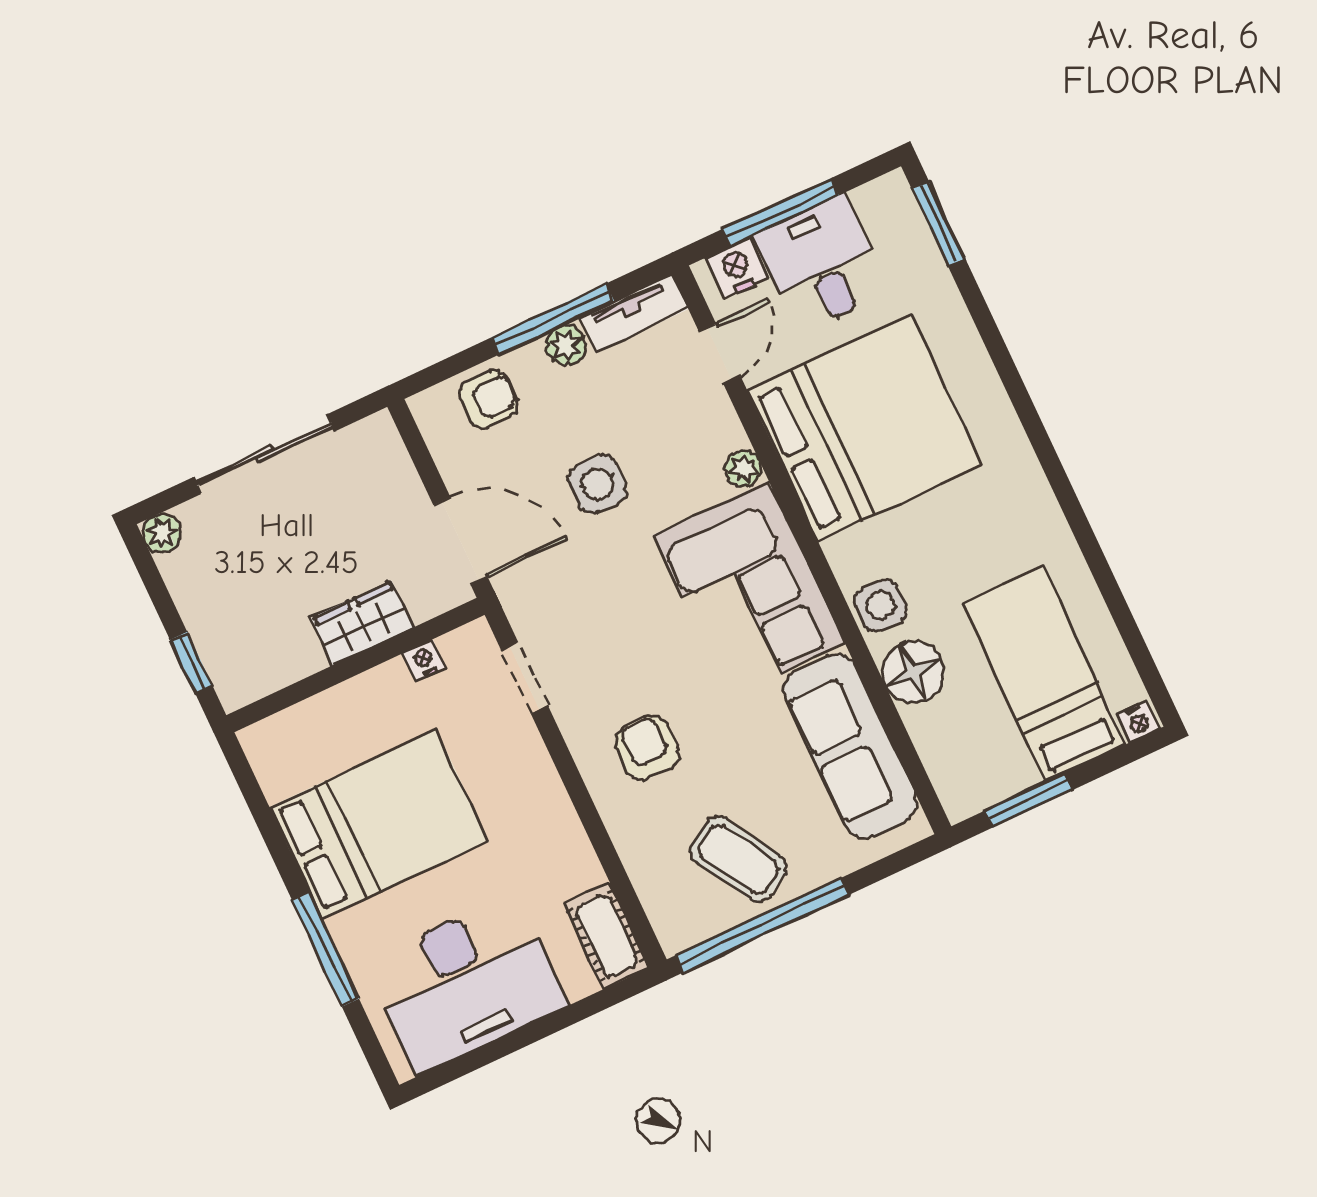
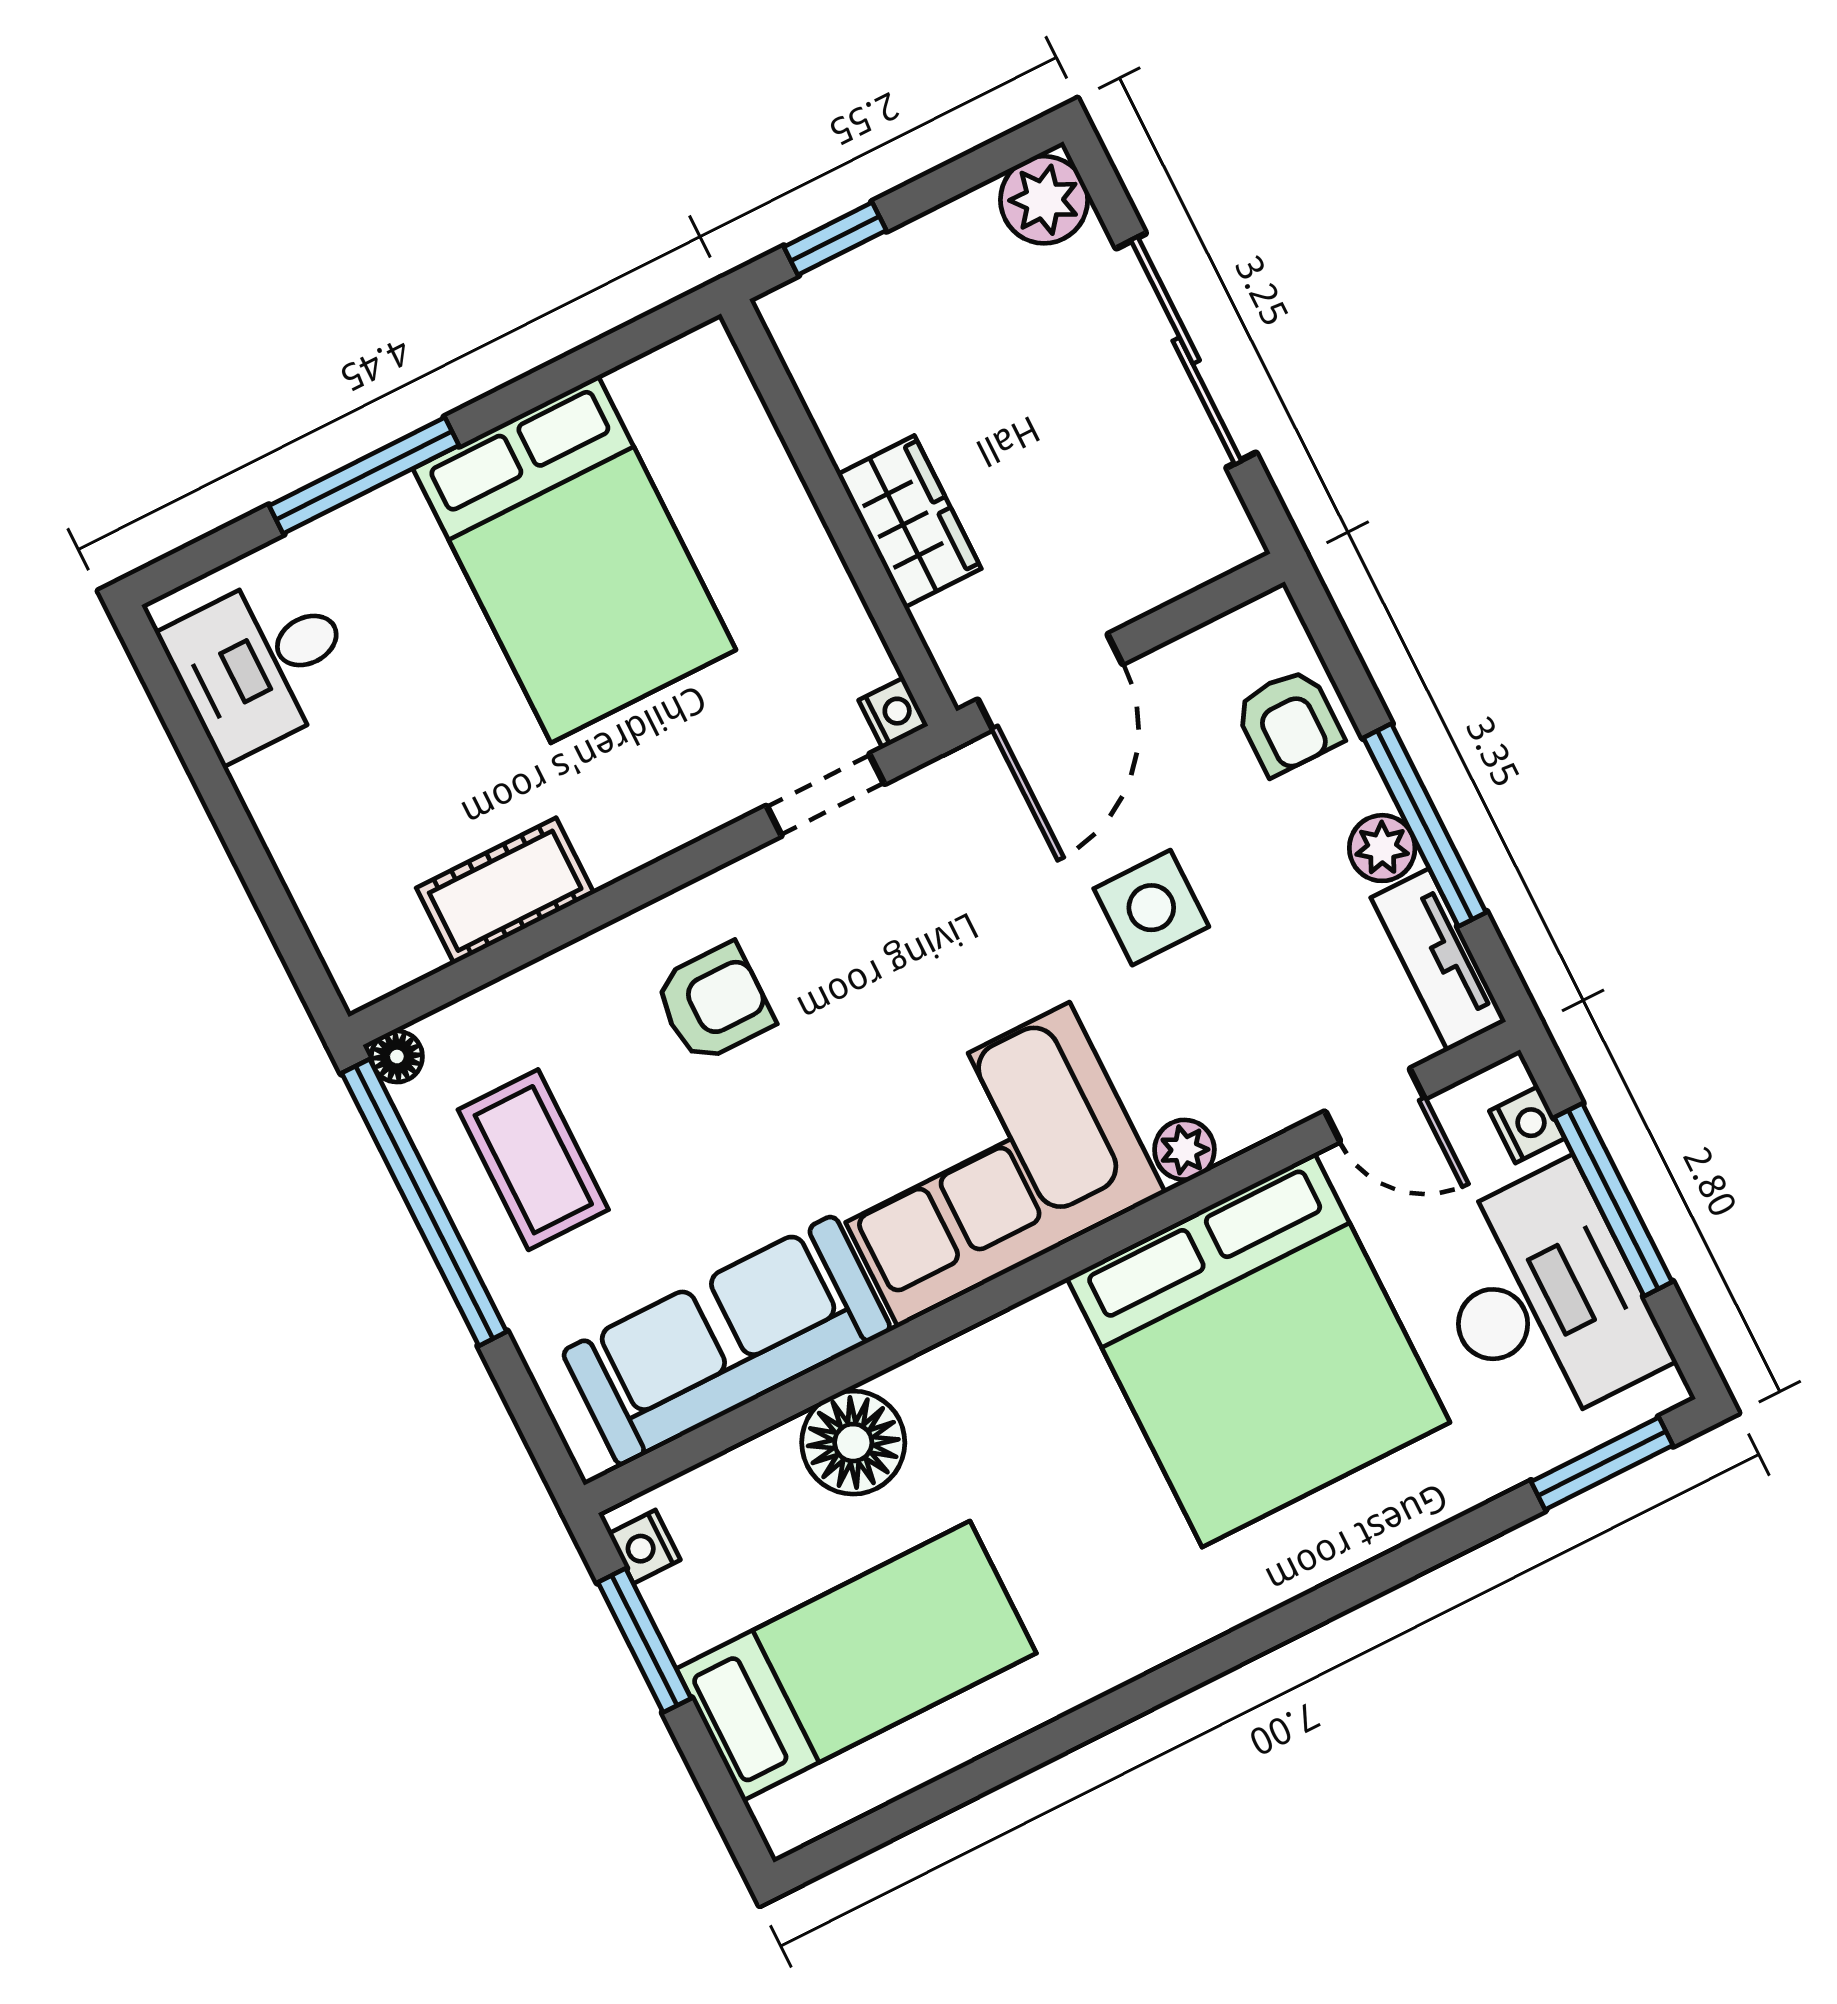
desk: (821, 264) -> (1544, 1299), width x1.37
nightstand: (736, 268) -> (1527, 1125), width x0.72, depth x0.74
plant: (162, 533) -> (1044, 200), width x1.38, depth x1.38
side table: (881, 606) -> (962, 1385), removed
nightstand: (424, 660) -> (893, 713), moved
nightstand: (1138, 721) -> (644, 1547), moved
coffee table: (738, 859) -> (533, 1160), turned -59
cot: (607, 936) -> (505, 891), moved
floor lamp: (674, 939) -> (397, 1057), added
desk: (466, 984) -> (262, 663), width x0.53, depth x0.77

